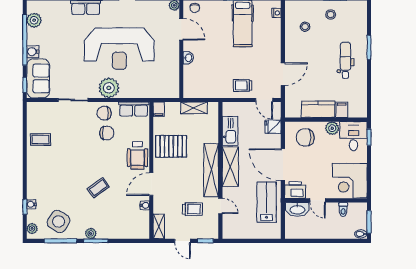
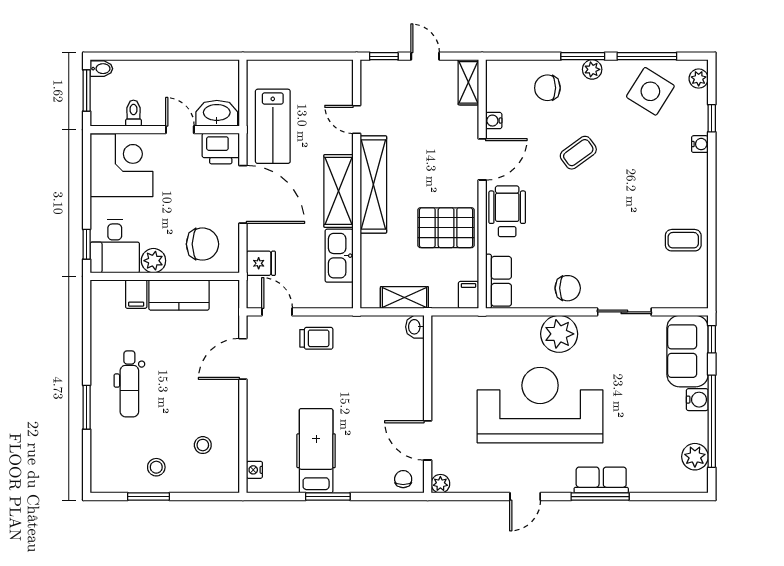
washbasin: (188, 58) -> (415, 327), moved
row of seats: (134, 109) -> (499, 281), moved, turned 90
chair: (107, 133) -> (547, 88), moved
water cooler: (31, 204) -> (700, 144), moved
trolley: (193, 209) -> (407, 114), removed

